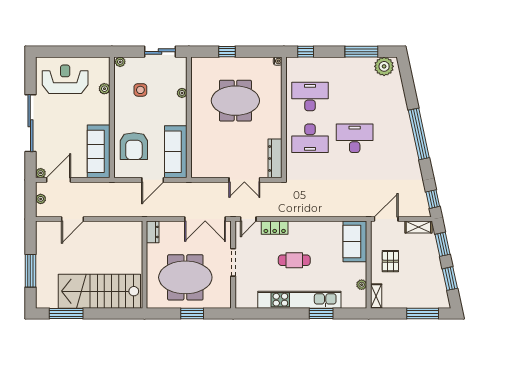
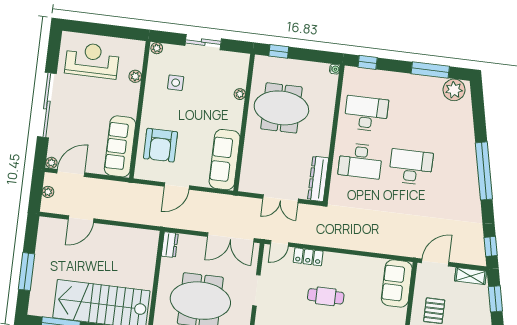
plant: (182, 93) -> (240, 94), moved
wall: (189, 117) -> (244, 123), moved
sofa: (176, 152) -> (225, 160), moved

